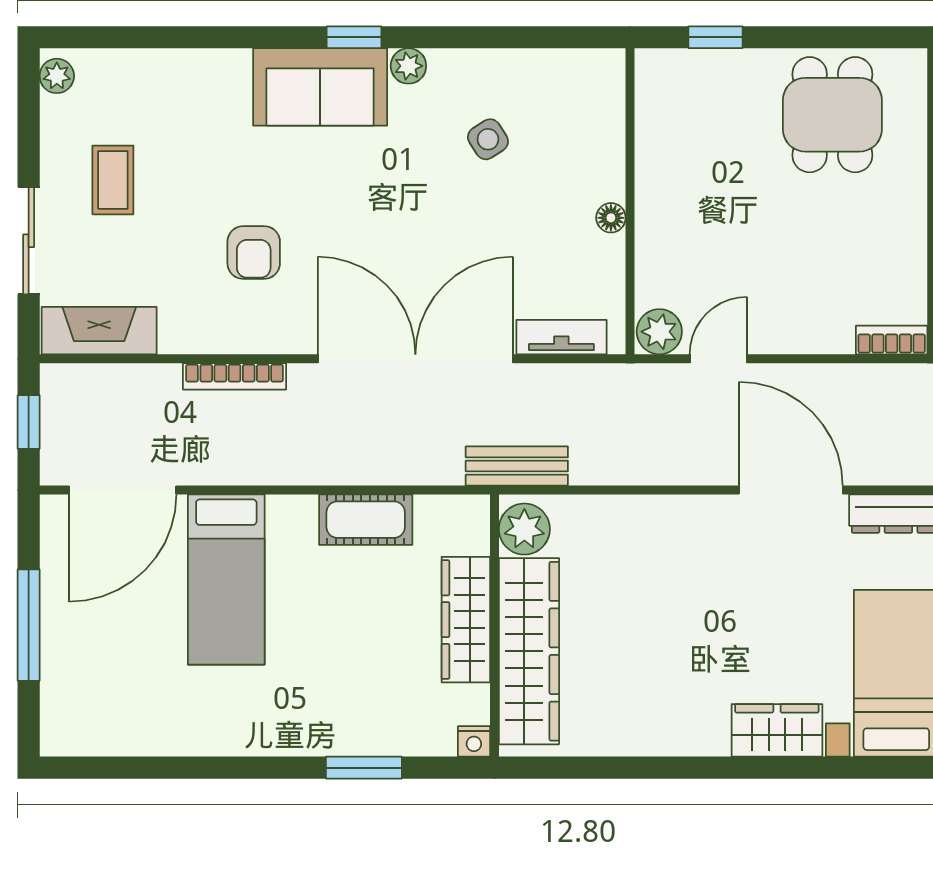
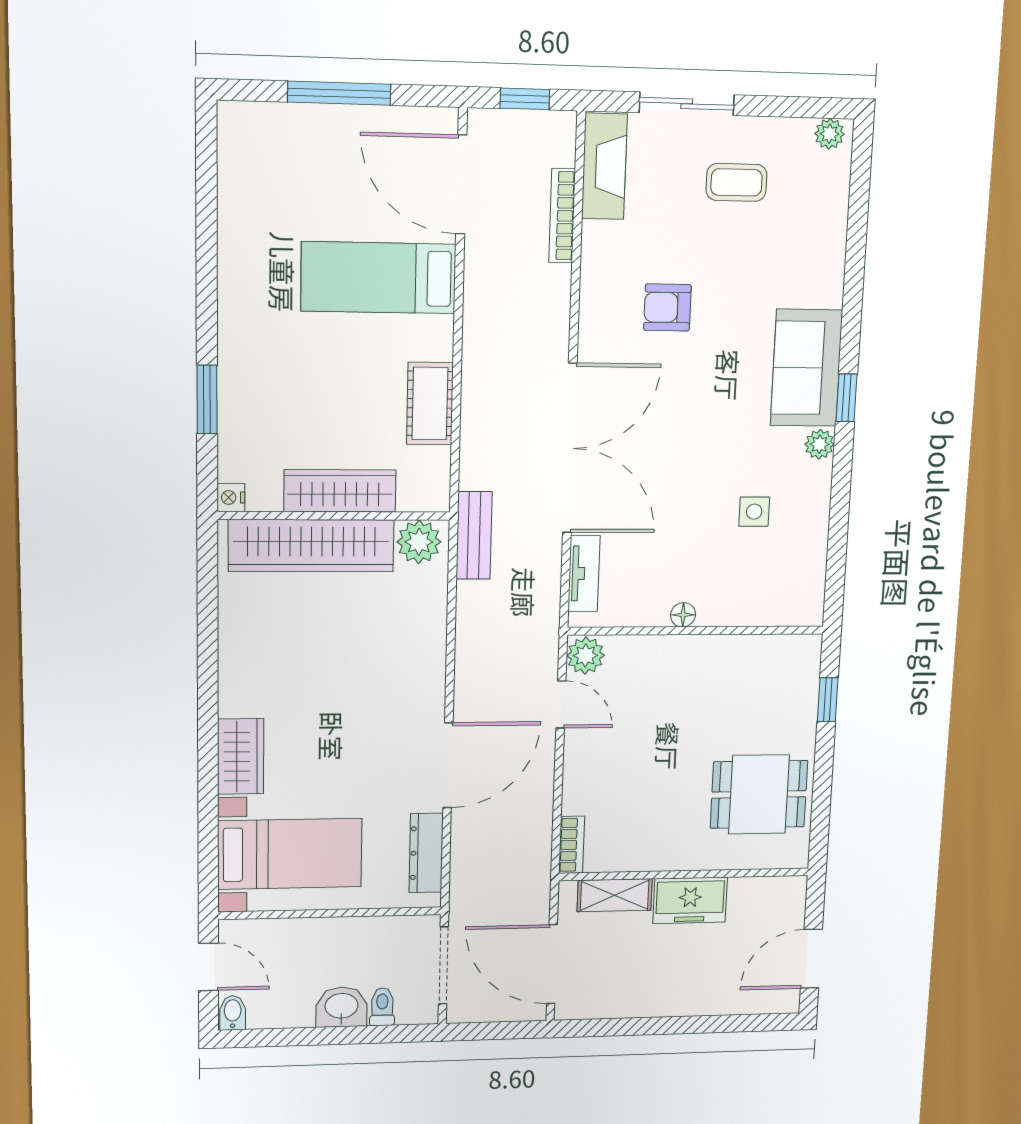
side table: (488, 139) -> (754, 512), turned 33
bookcase: (235, 376) -> (562, 216), moved

